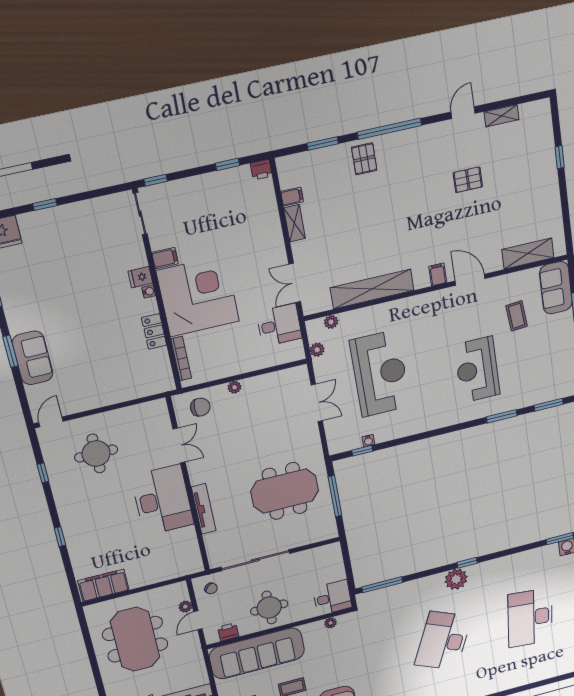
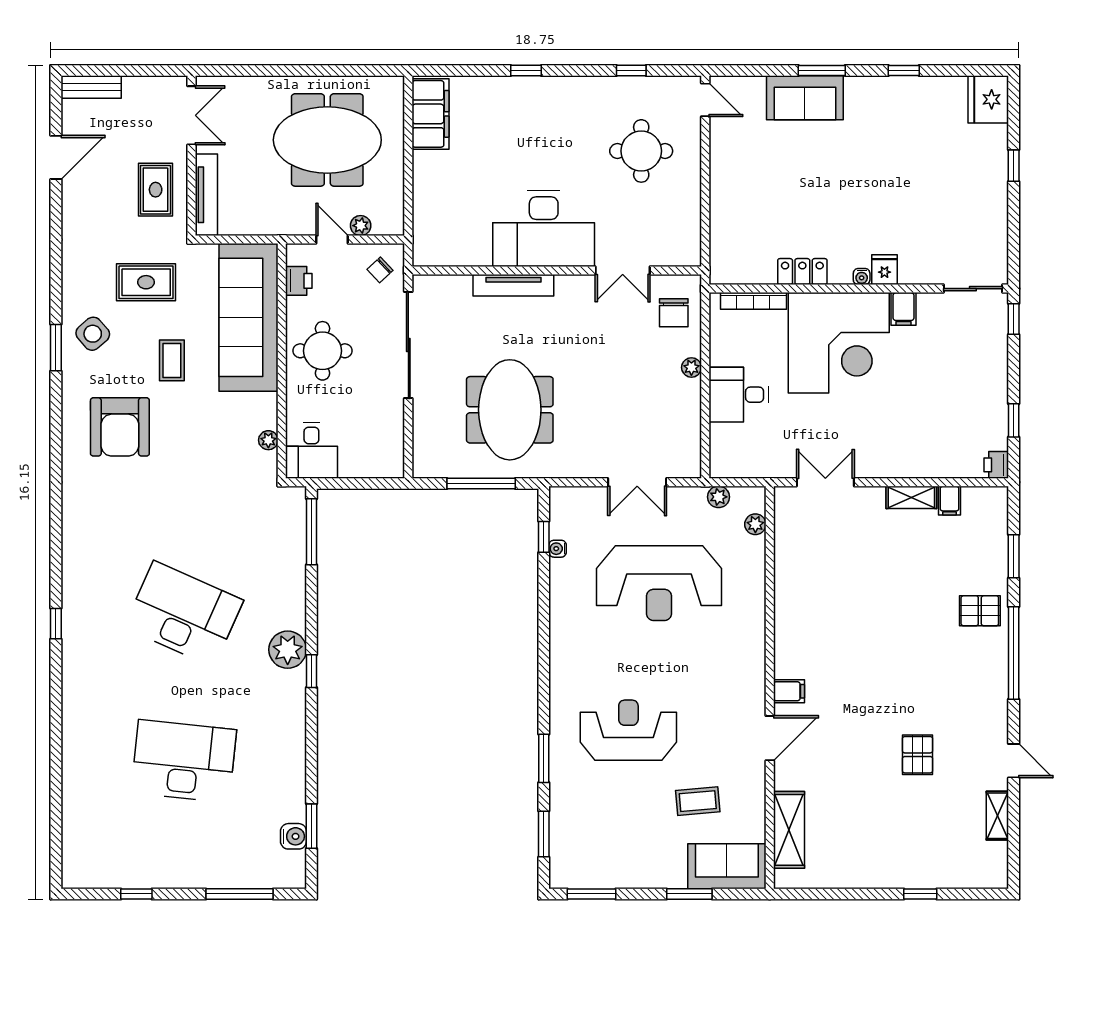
shelving: (372, 289) -> (790, 592), removed
desk: (279, 325) -> (739, 395), moved, turned 90

